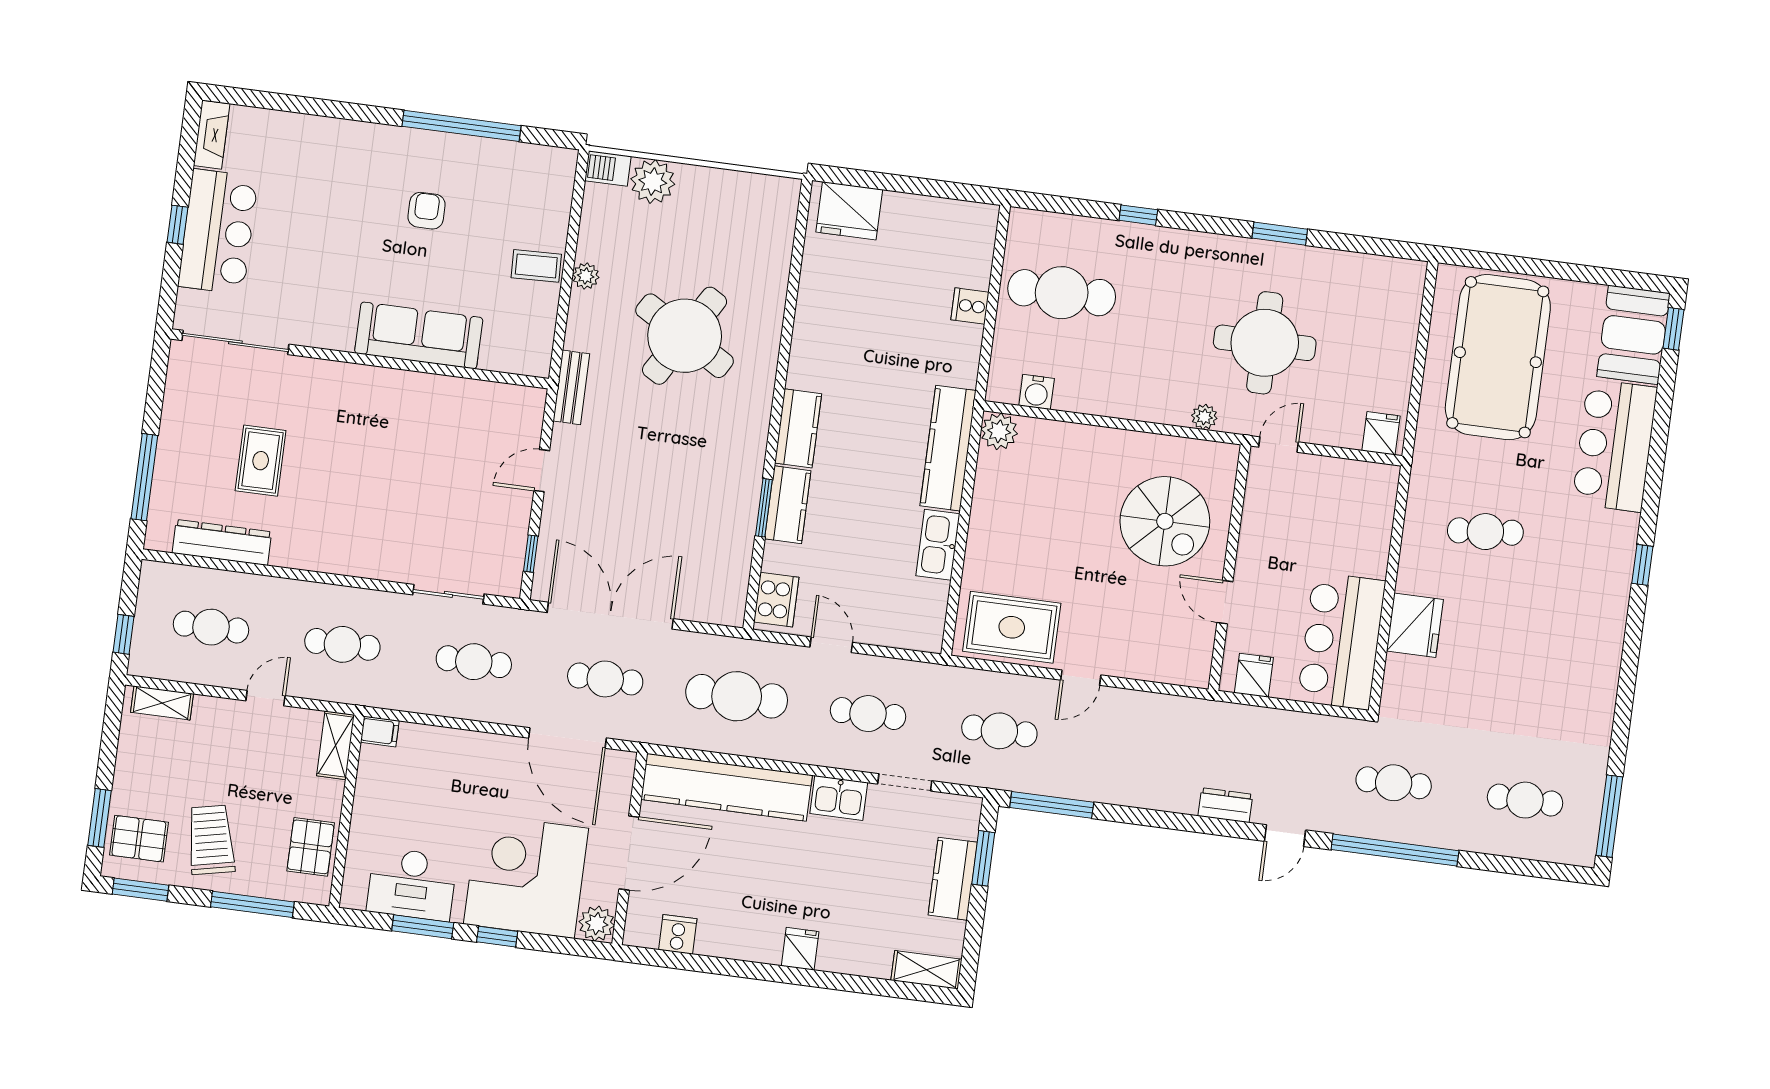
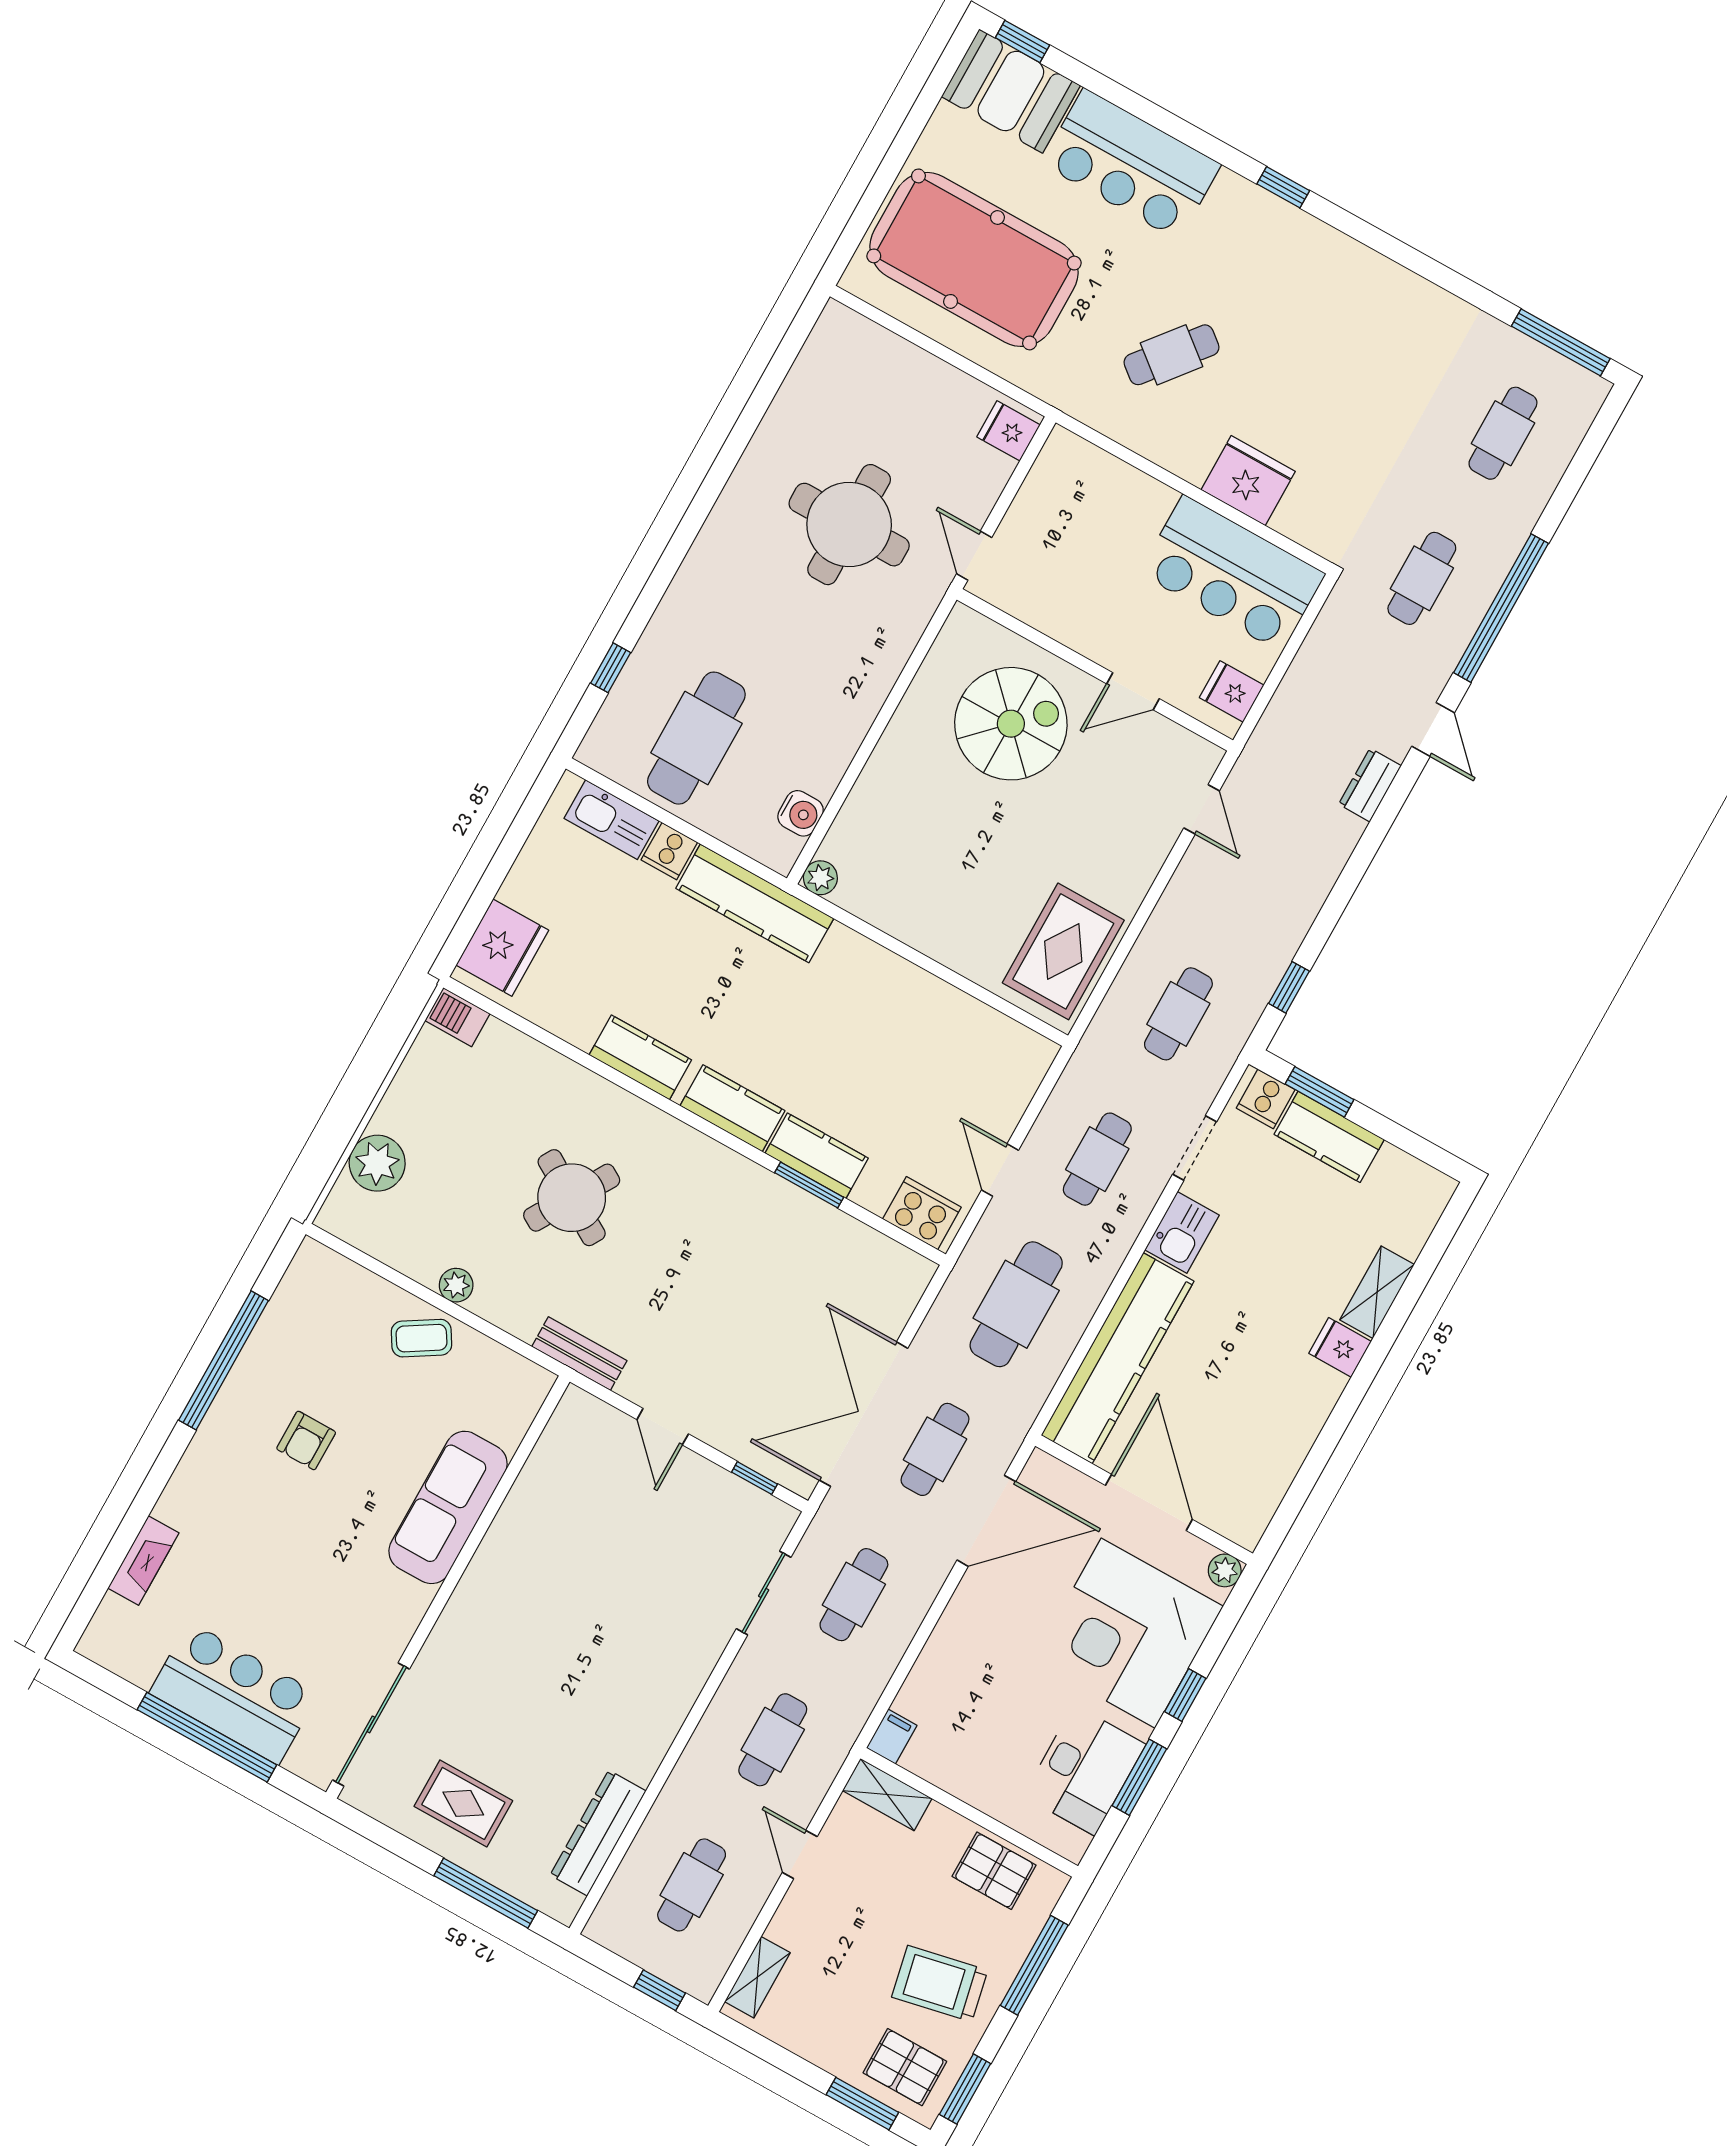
fireplace: (212, 135) -> (143, 1560), moved, turned 90
barbecue: (608, 168) -> (458, 1017), moved, turned 90
armchair: (427, 211) -> (306, 1440), turned -90
window: (1138, 215) -> (611, 668), moved
window: (178, 225) -> (207, 1737), width x3.17
window: (1280, 234) -> (729, 456), removed
coffee table: (536, 266) -> (422, 1338), turned 60
round table: (685, 336) -> (572, 1198), width x0.73, depth x0.73
kitchen counter: (809, 345) -> (640, 1057), added
plant: (1204, 417) -> (907, 629), removed
plant: (999, 431) -> (820, 878), width x0.73, depth x0.73
kitchen counter: (948, 448) -> (755, 903), moved
rug: (261, 461) -> (463, 1803), moved
cafe table: (1485, 532) -> (1171, 355), turned 44
kitchen sink: (938, 545) -> (611, 820), moved
door: (831, 645) -> (1000, 1170), hinge flipped
door: (1081, 678) -> (1202, 809), moved
window: (1052, 805) -> (1289, 987), width x0.46
pallet: (139, 839) -> (905, 2067), turned 90
plant: (597, 924) -> (1225, 1570), width x0.73, depth x0.73
cooker: (678, 934) -> (1266, 1099), moved, turned -90
shelving: (926, 970) -> (1377, 1292), moved

